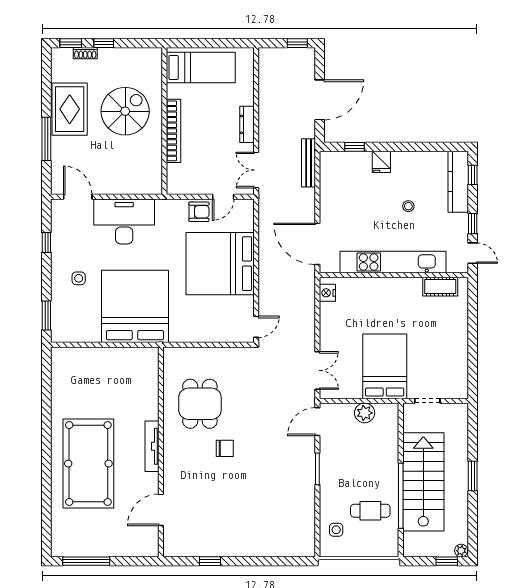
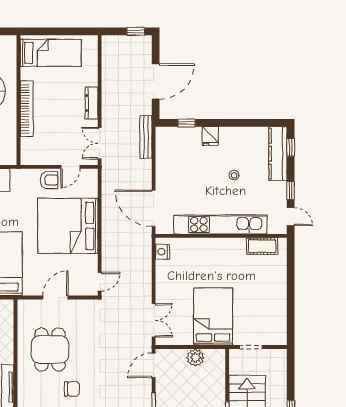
door: (206, 345) -> (56, 297), added

